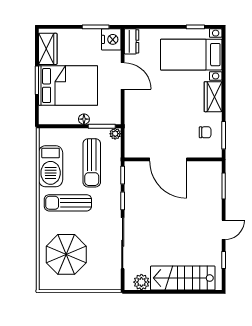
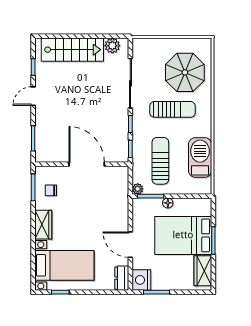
sun lounger: (68, 203) -> (172, 109), moved

